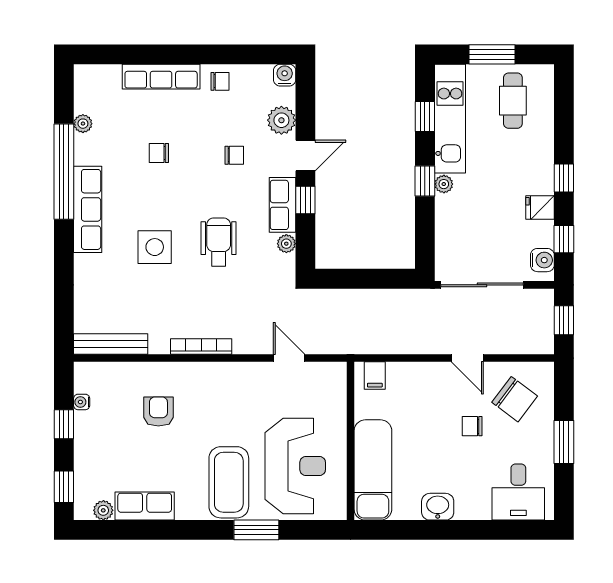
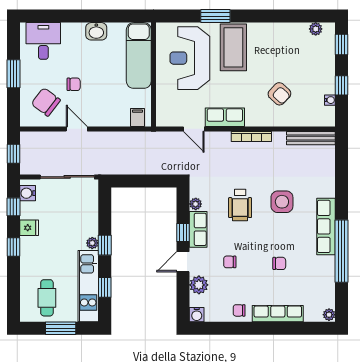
plant: (83, 124) -> (329, 315), moved
armchair: (158, 412) -> (279, 94), turned -47
row of seats: (145, 506) -> (225, 117), moved, turned 180

